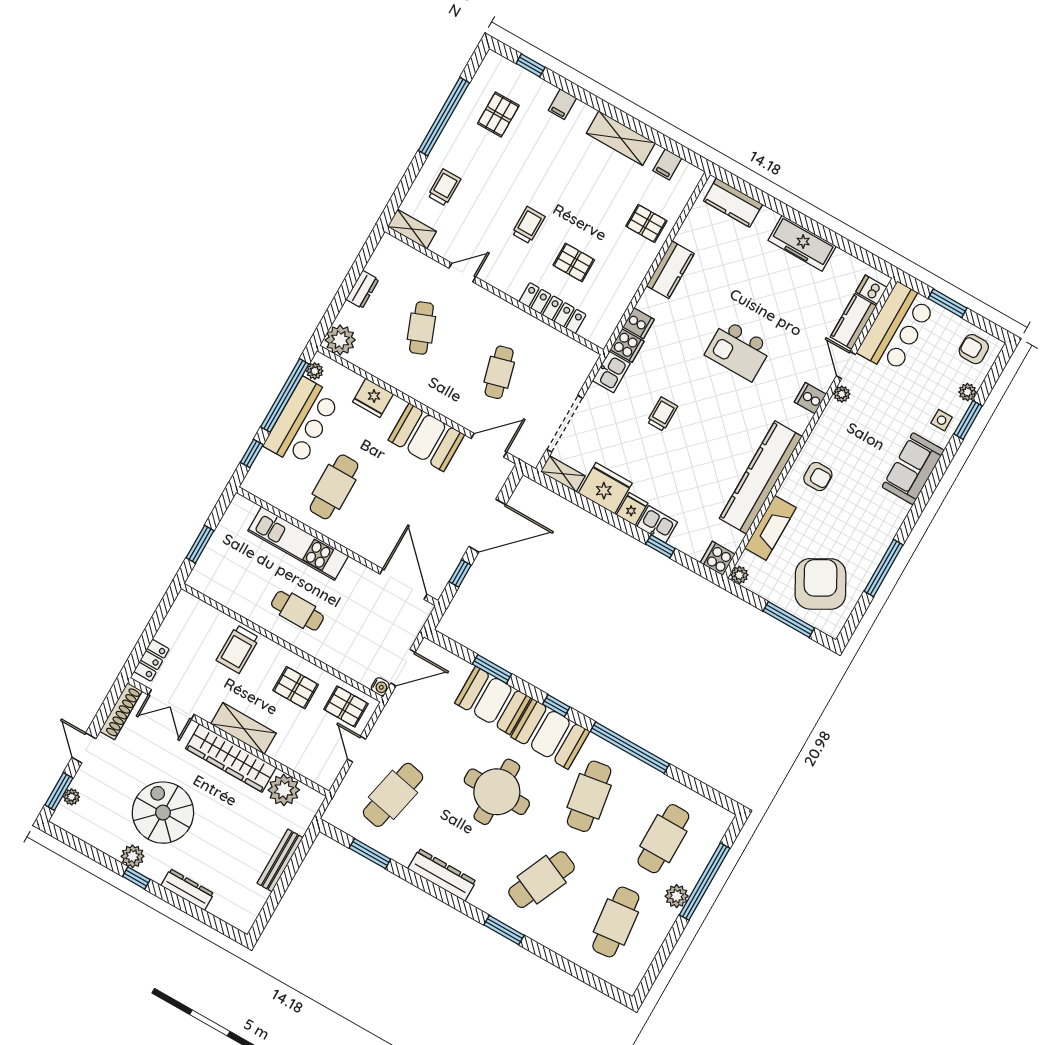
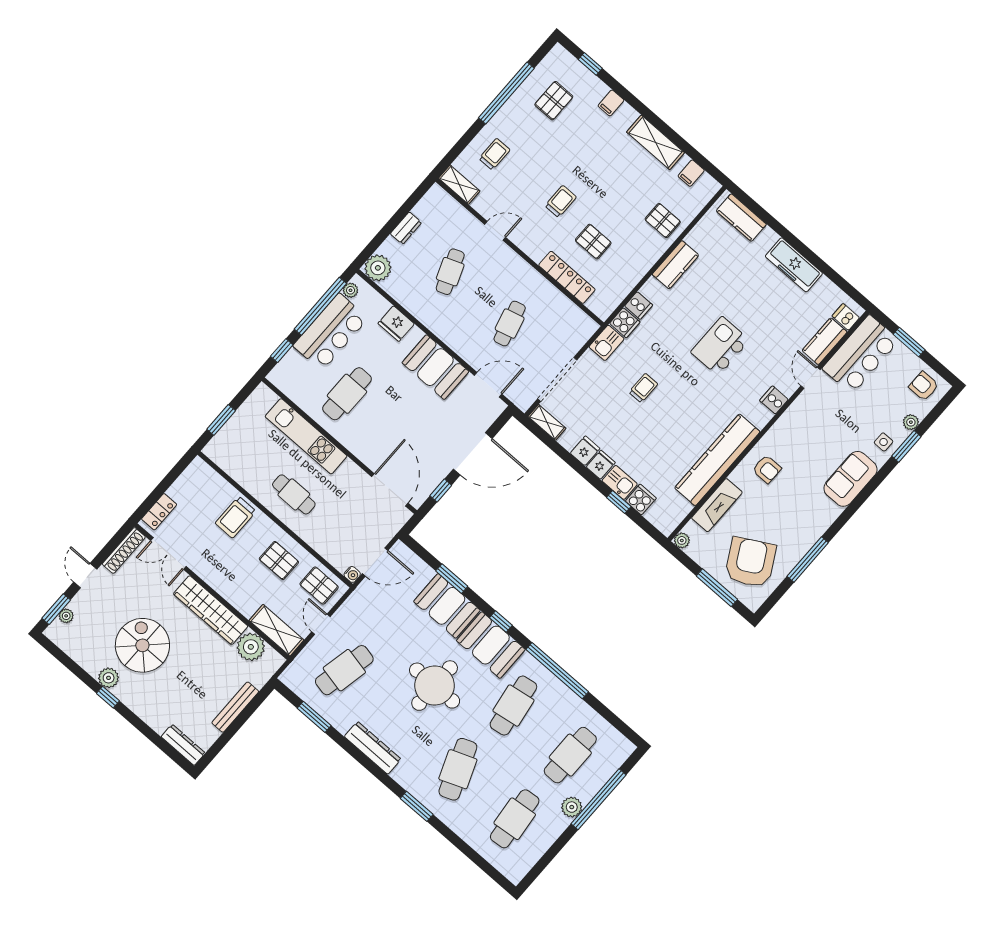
kitchen island: (738, 350) -> (720, 346), turned 90
plant: (842, 394) -> (802, 402), removed
fridge: (605, 488) -> (585, 451), width x0.53, depth x0.75
cooker: (718, 558) -> (641, 500), moved, turned 90
shelving: (243, 728) -> (276, 630), moved
cafe table: (542, 880) -> (458, 769), turned -45
dresser: (187, 890) -> (183, 745), moved

